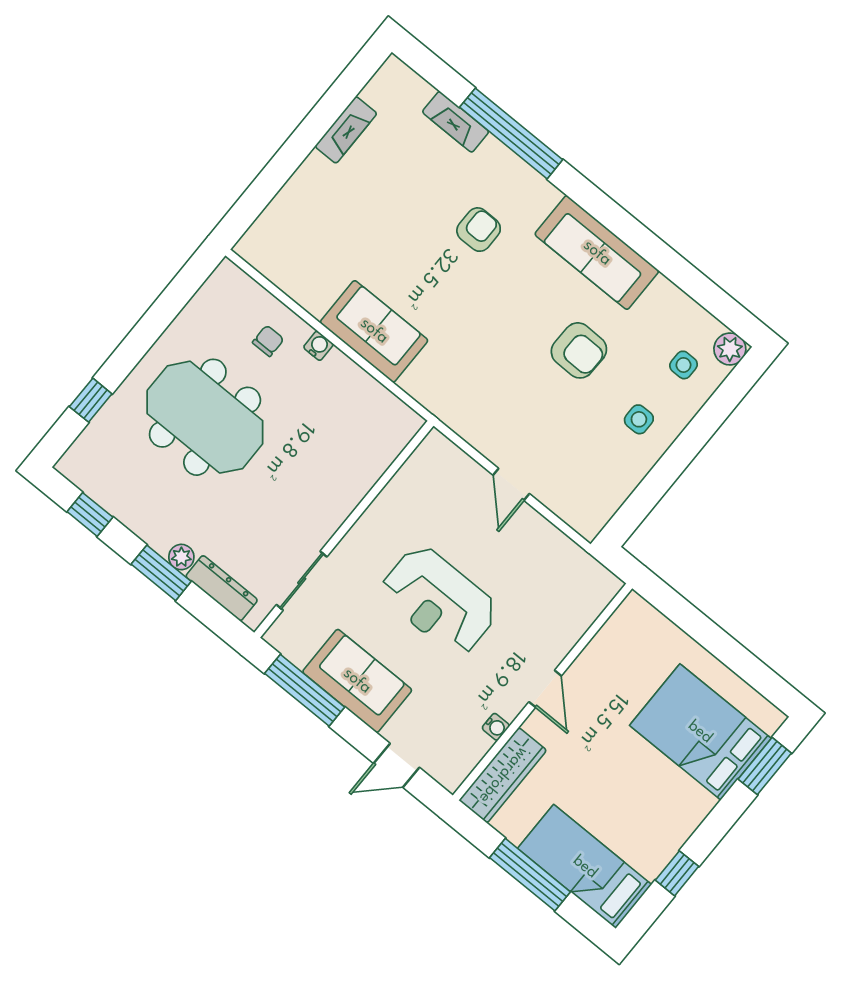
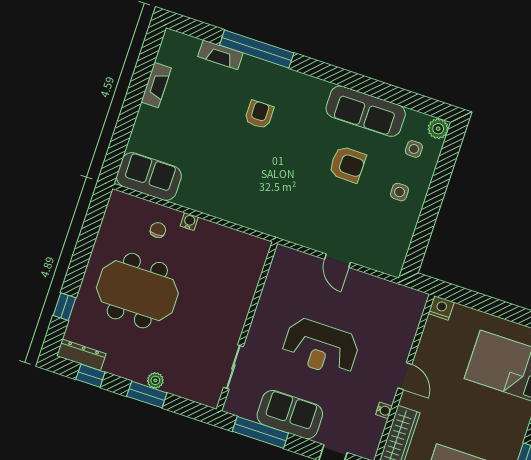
sofa: (597, 253) -> (366, 111), moved
sofa: (374, 331) -> (149, 176), moved
dresser: (222, 588) -> (81, 355), moved
nightstand: (635, 610) -> (441, 308), added

